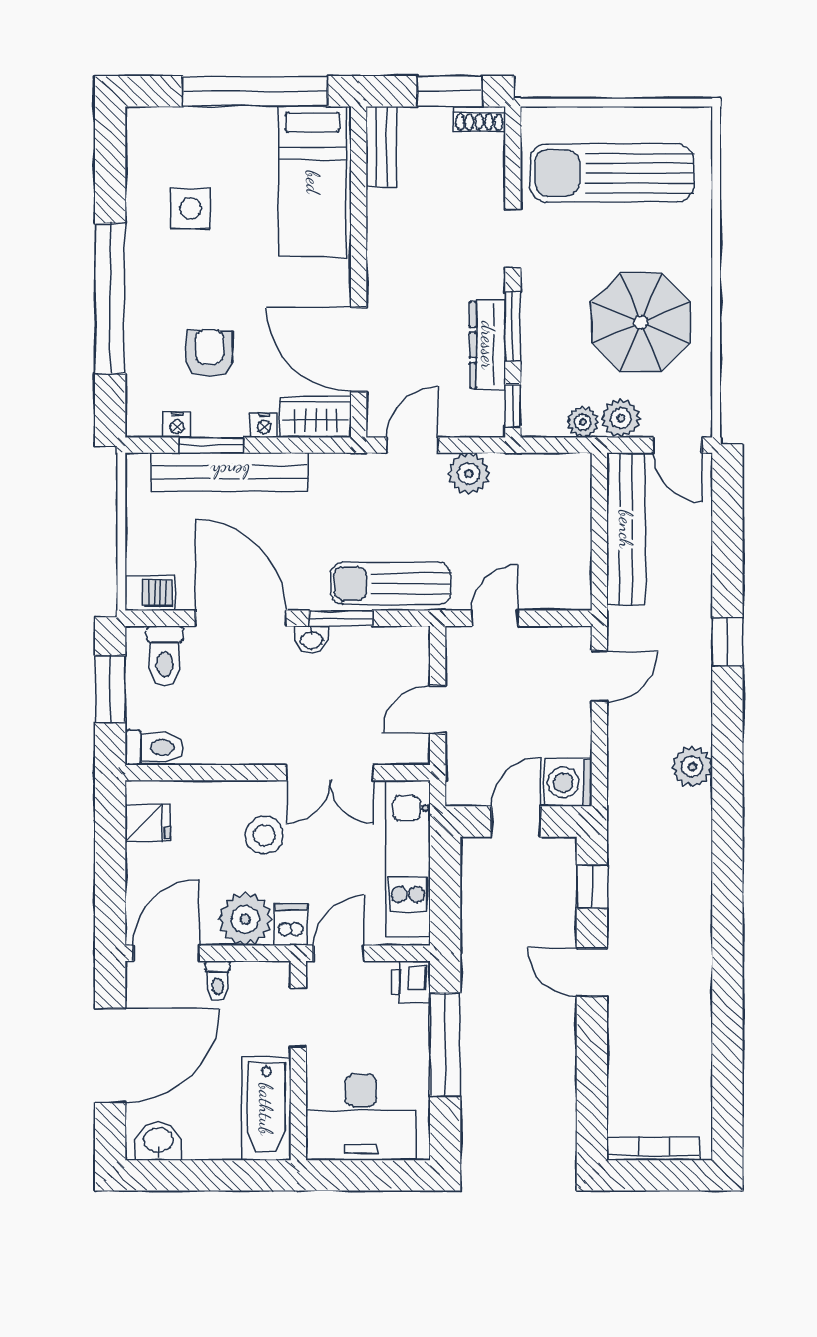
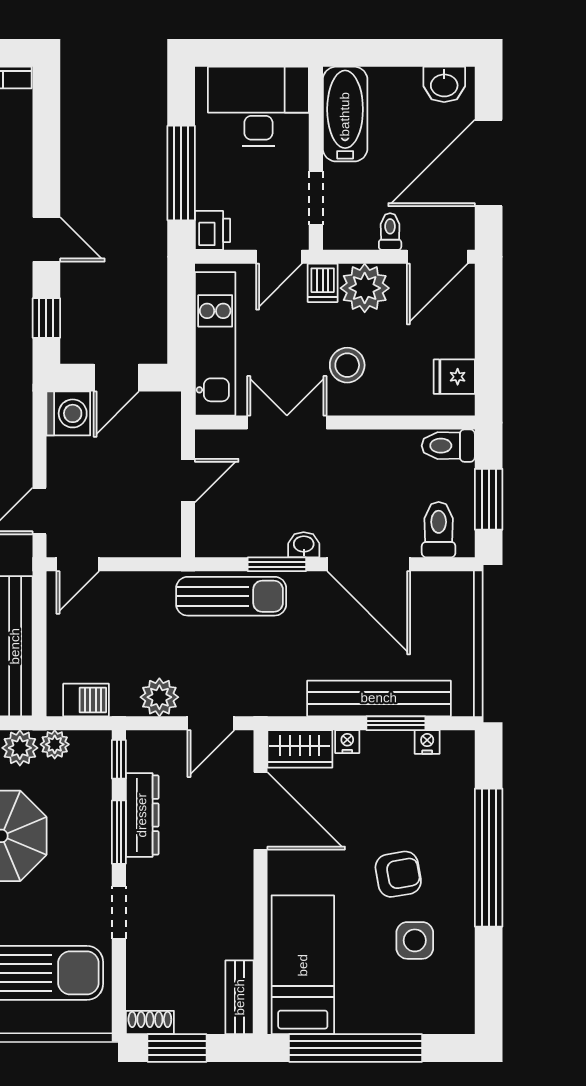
armchair: (209, 353) -> (398, 874), moved, turned -100
barbecue: (150, 593) -> (86, 700), moved, turned 180
door: (495, 618) -> (78, 564), moved

